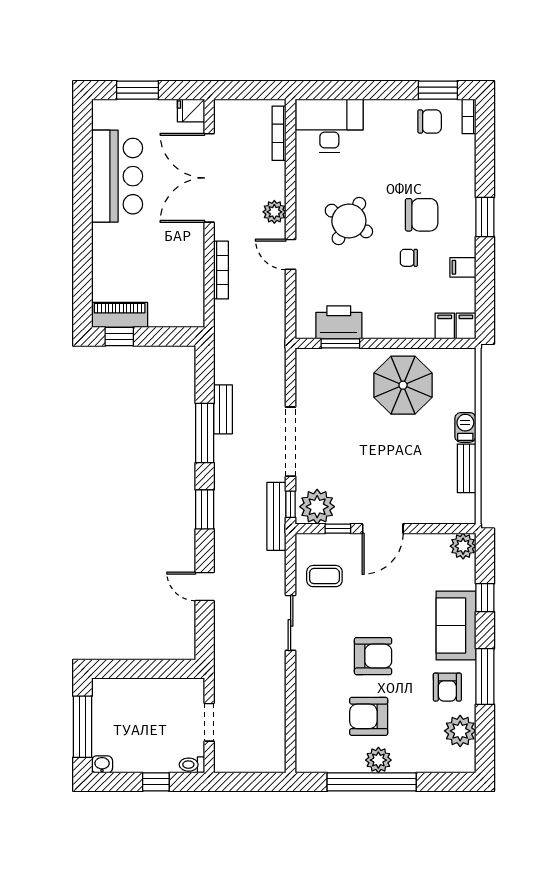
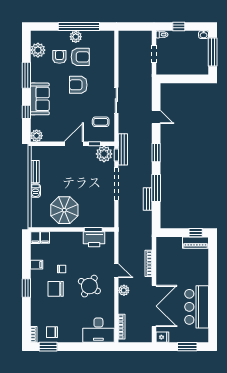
armchair: (447, 687) -> (59, 57), moved

